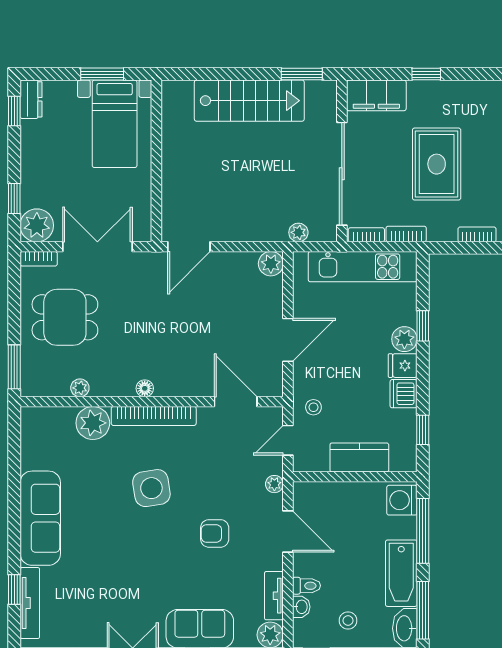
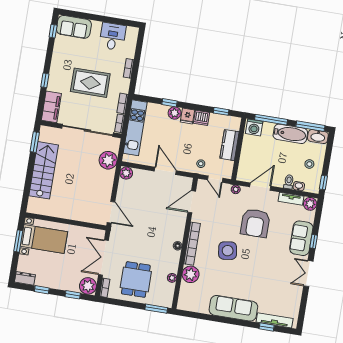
window: (14, 111) -> (42, 290), moved
plant: (298, 232) -> (108, 160), width x1.87, depth x1.87
armchair: (215, 533) -> (255, 223), width x1.88, depth x1.88

